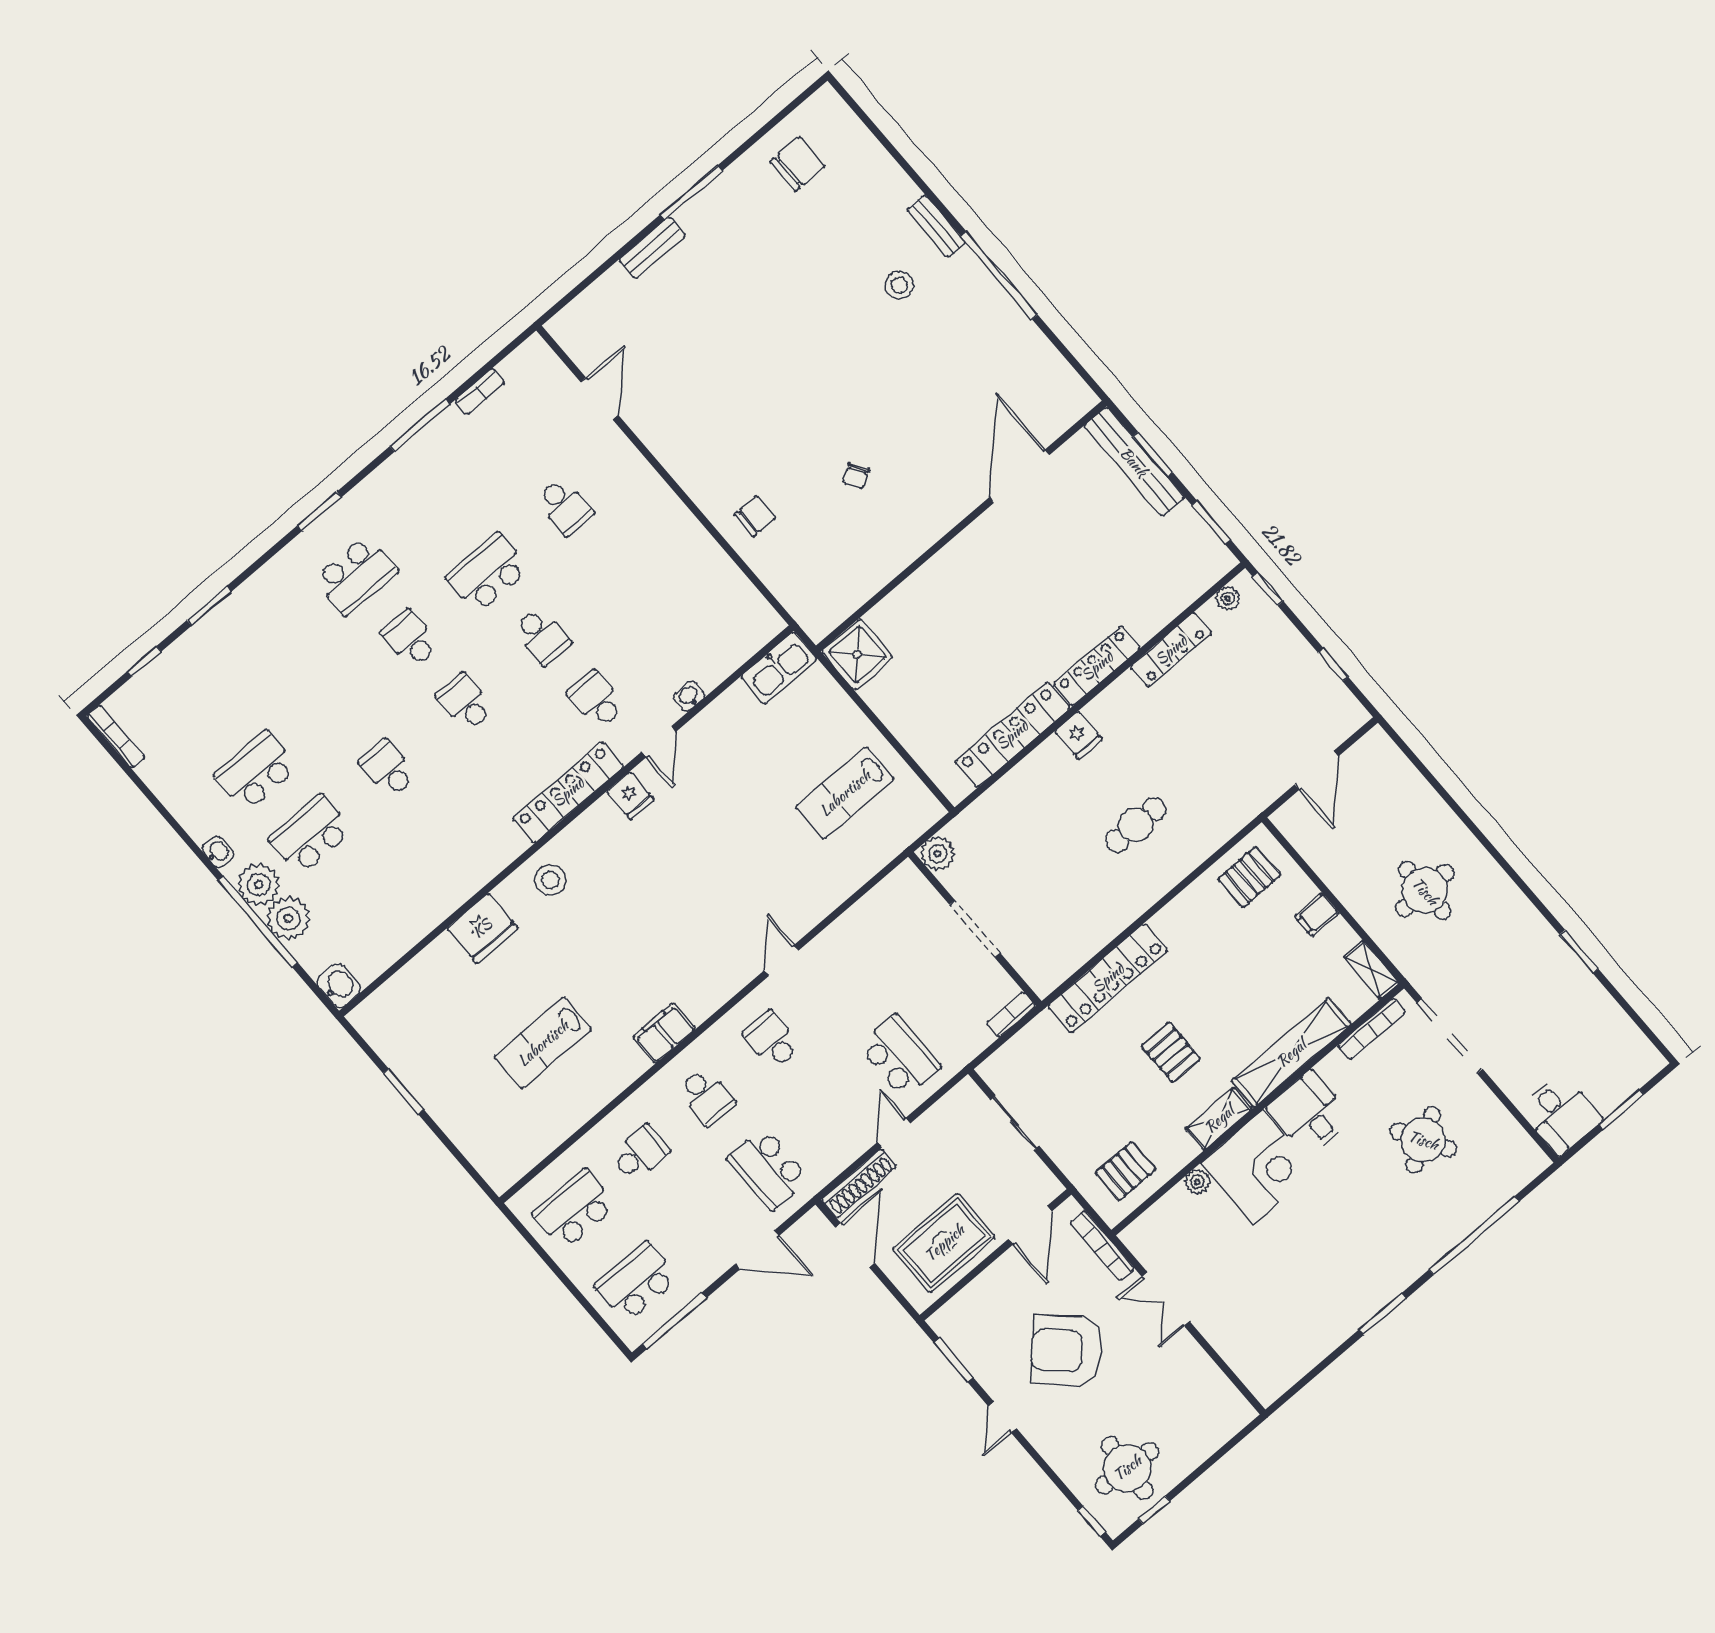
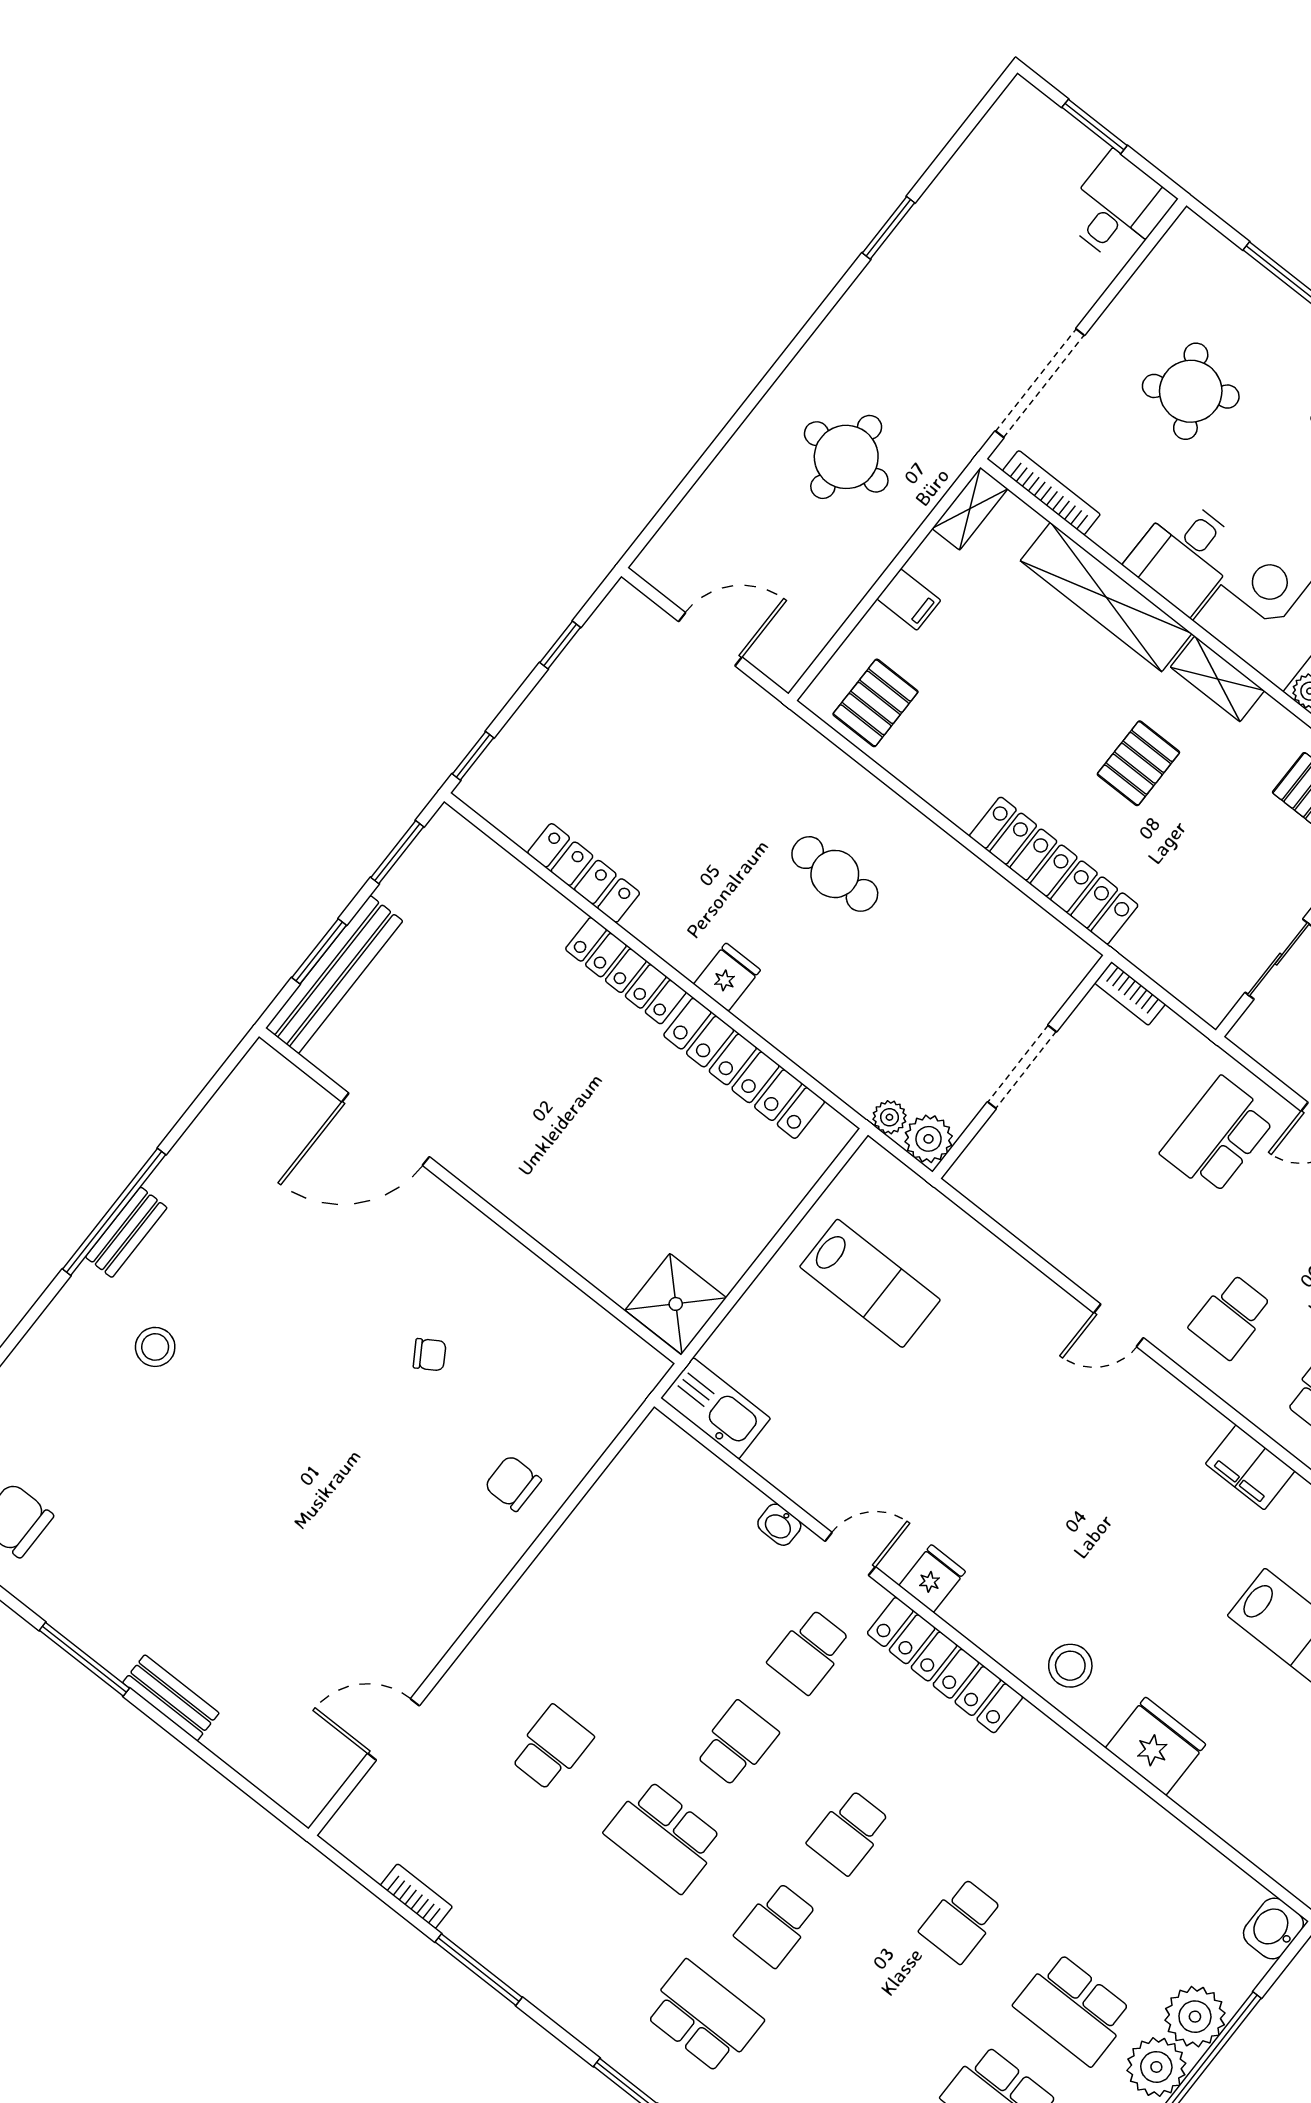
bench: (936, 226) -> (126, 1232), moved
plant: (1228, 598) -> (889, 1117), moved
pallet: (1249, 877) -> (875, 703), turned 90

